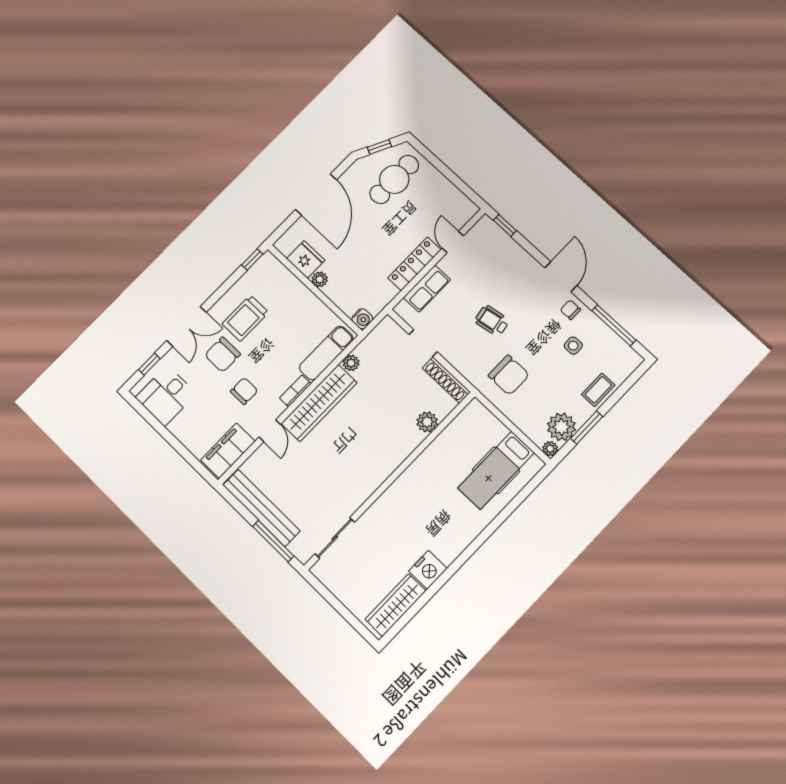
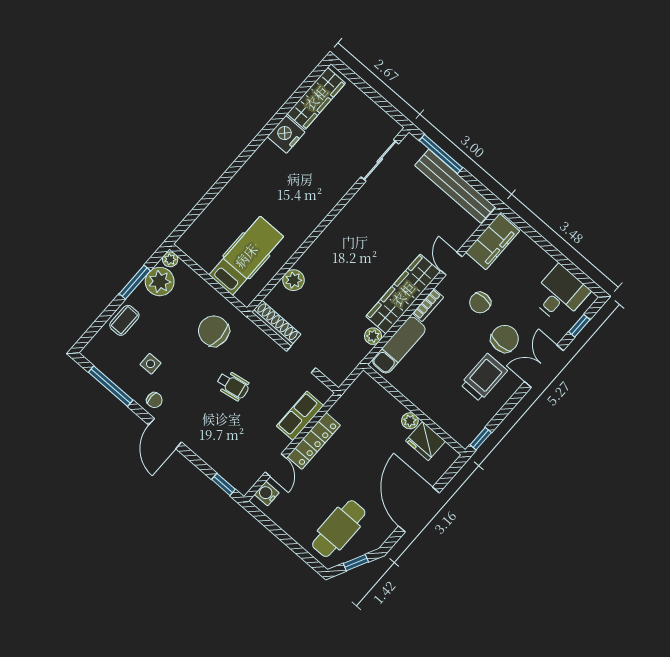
water cooler: (362, 319) -> (267, 494), moved
hospital bed: (496, 470) -> (246, 256), moved

